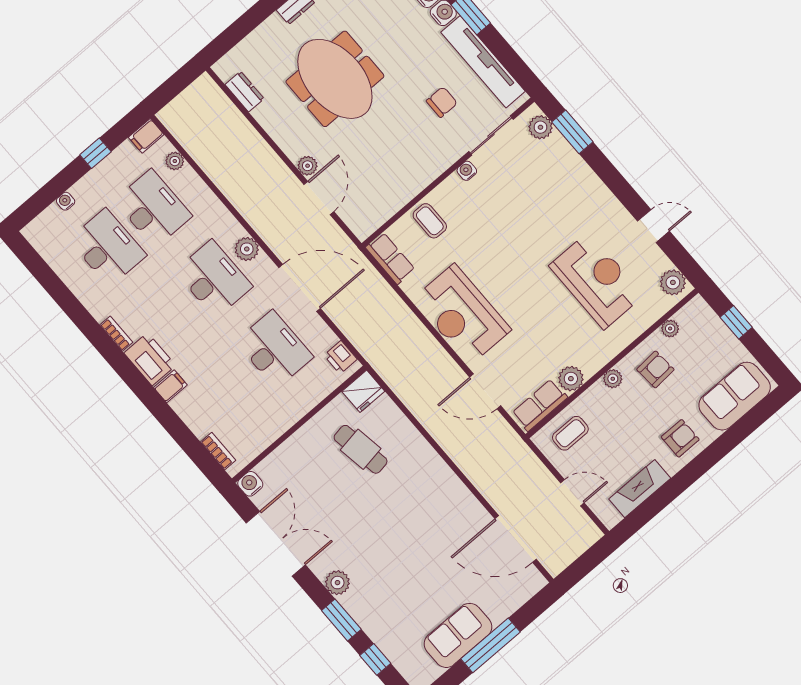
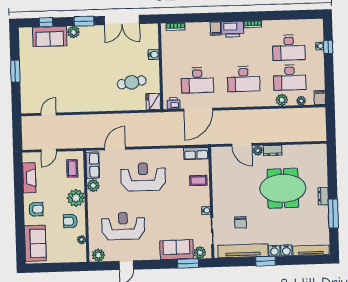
dresser: (245, 92) -> (273, 150), moved
window: (95, 153) -> (328, 47), moved
sofa: (566, 167) -> (176, 250), added
plant: (247, 249) -> (282, 100), moved
reception desk: (596, 281) -> (123, 226), turned 180
door: (300, 288) -> (198, 110), moved
reception desk: (462, 314) -> (143, 177), moved
window: (736, 322) -> (63, 267), removed
armchair: (655, 369) -> (70, 221), turned 94
plant: (613, 379) -> (76, 198), width x1.87, depth x1.87
armchair: (680, 438) -> (36, 209), turned -90
water cooler: (250, 484) -> (154, 55), moved
door: (516, 539) -> (49, 114), width x0.53
plant: (337, 583) -> (74, 32), moved
window: (341, 620) -> (84, 21), moved
sofa: (458, 635) -> (50, 36), moved, turned 90
window: (491, 645) -> (15, 71), width x0.69

